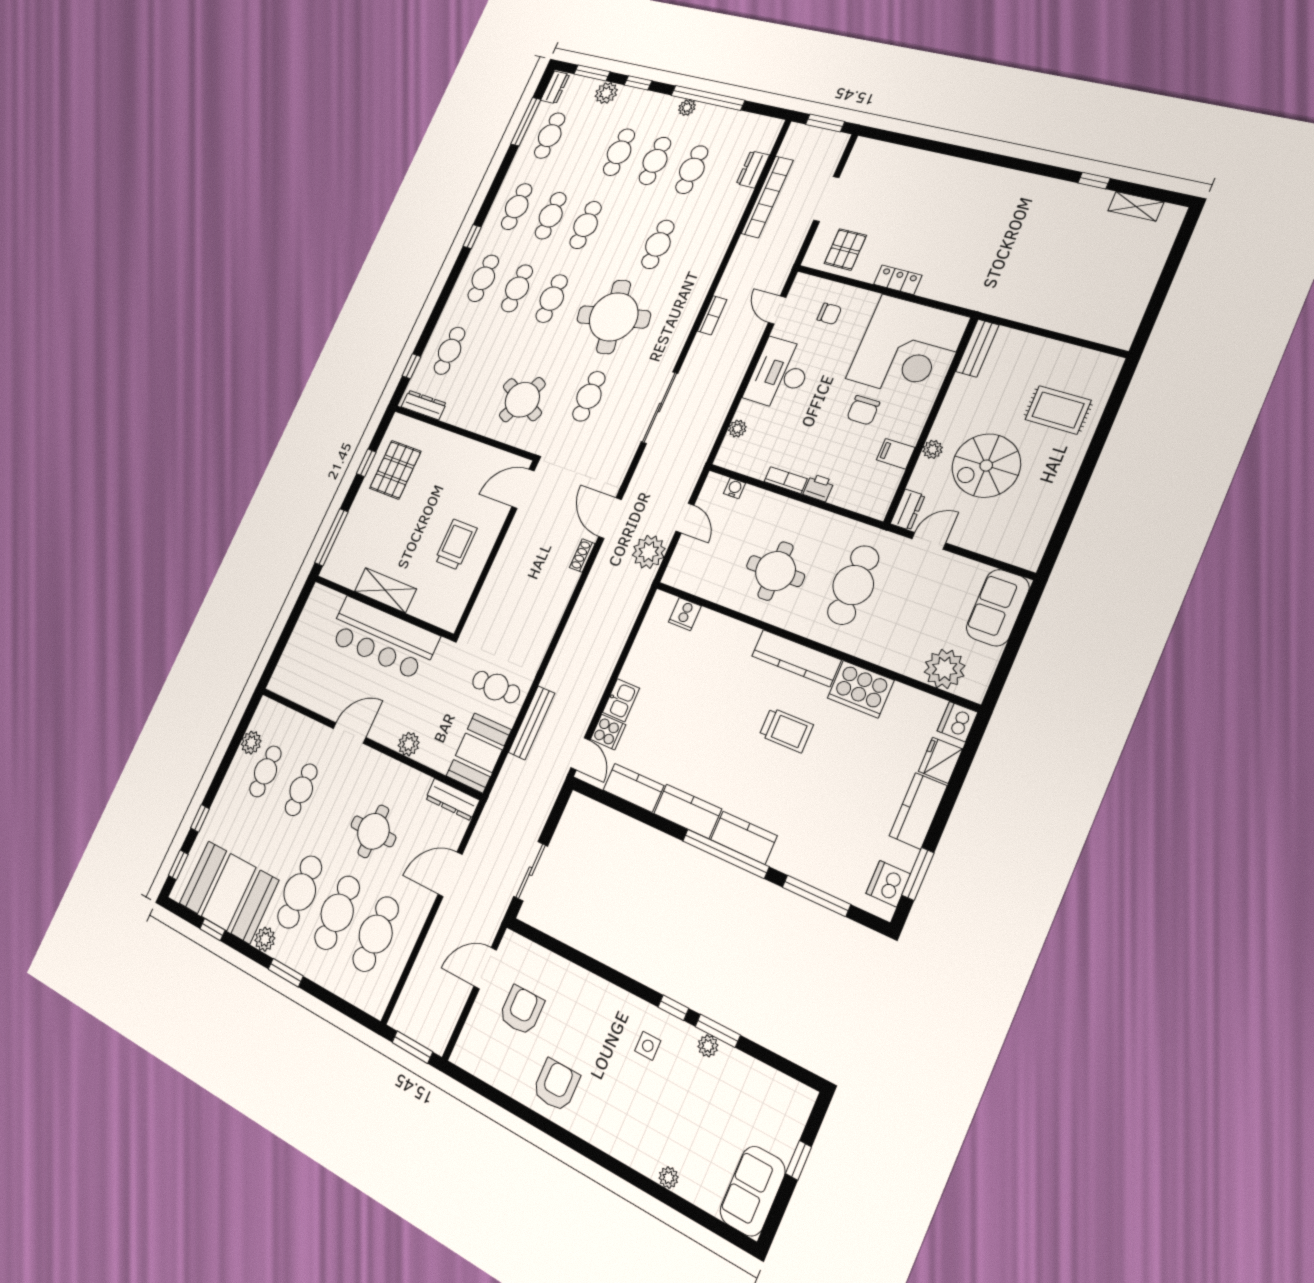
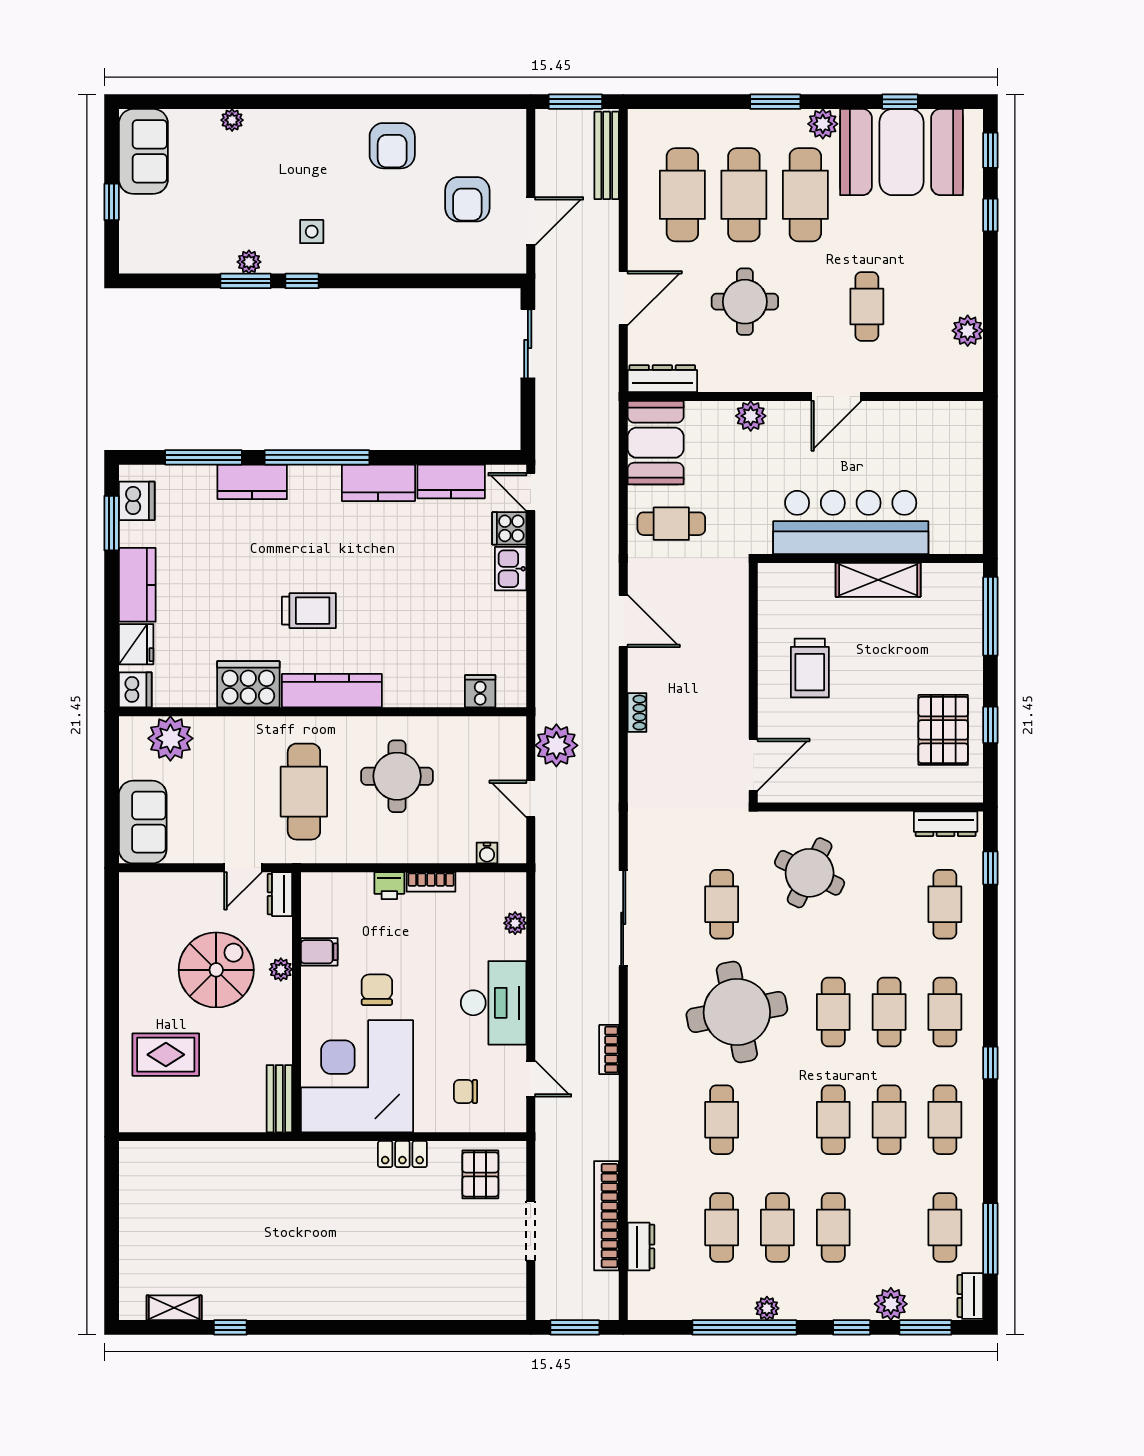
door: (610, 518) -> (623, 621), moved
bench: (532, 723) -> (607, 155), moved
trolley: (786, 730) -> (309, 611), turned 180
cafe table: (265, 771) -> (928, 306), removed
kitchen counter: (744, 838) -> (252, 482), moved

